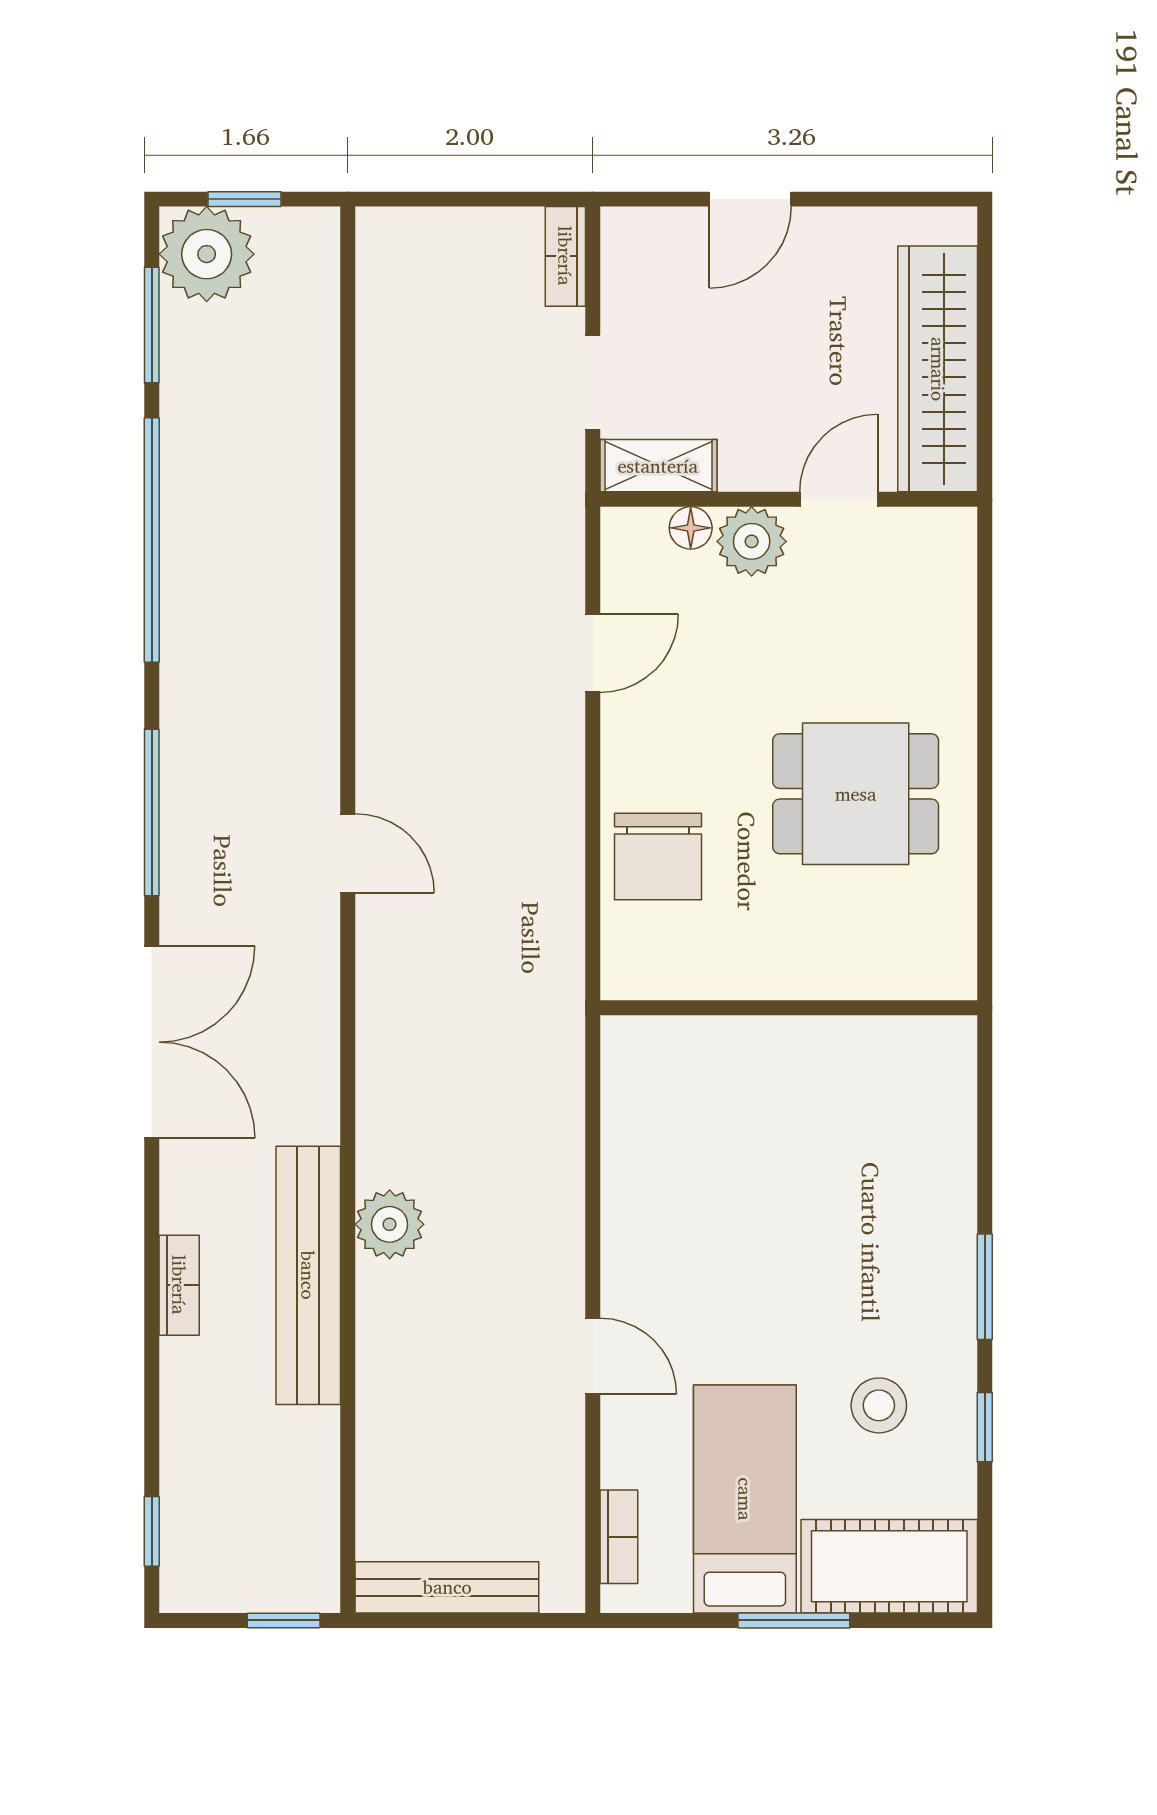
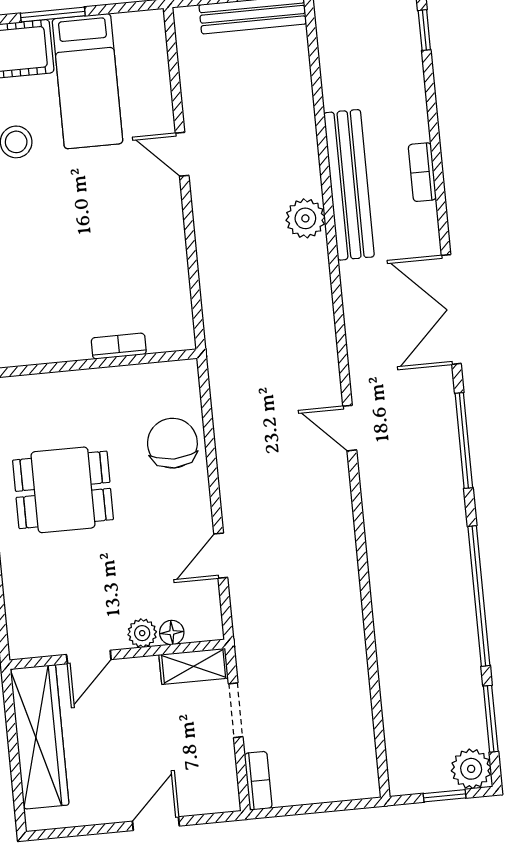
plant: (207, 254) -> (471, 769), width x0.73, depth x0.73
plant: (752, 541) -> (142, 633), width x0.73, depth x0.73
bookcase: (619, 1537) -> (119, 346), moved, turned 90

